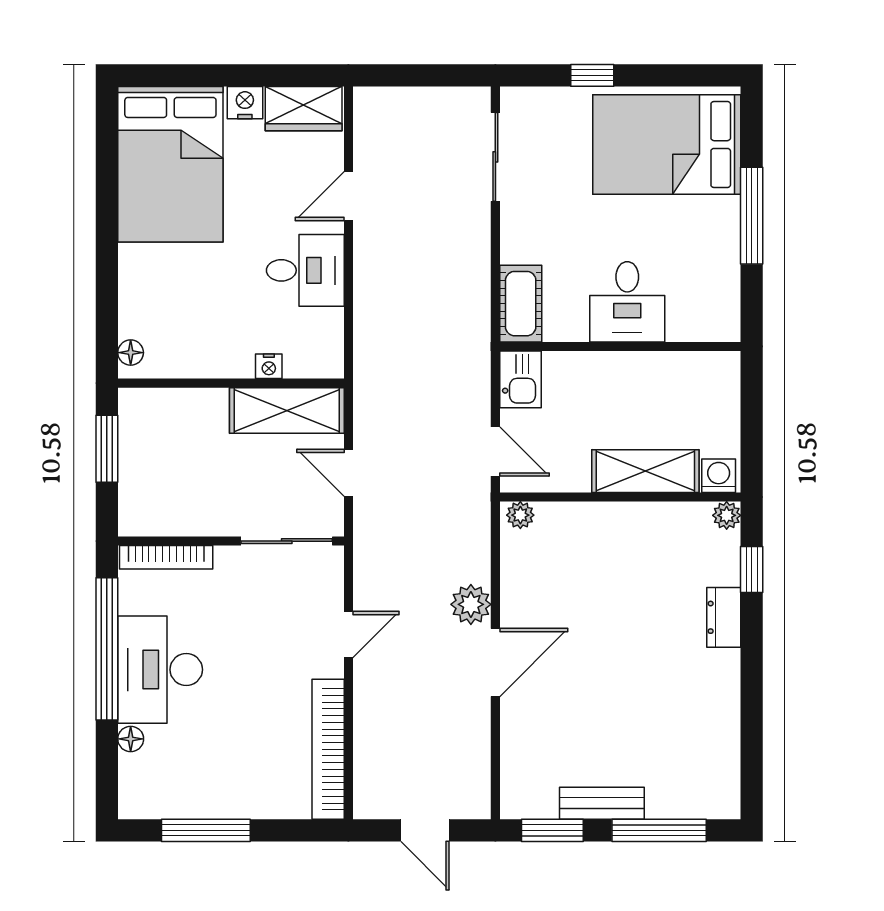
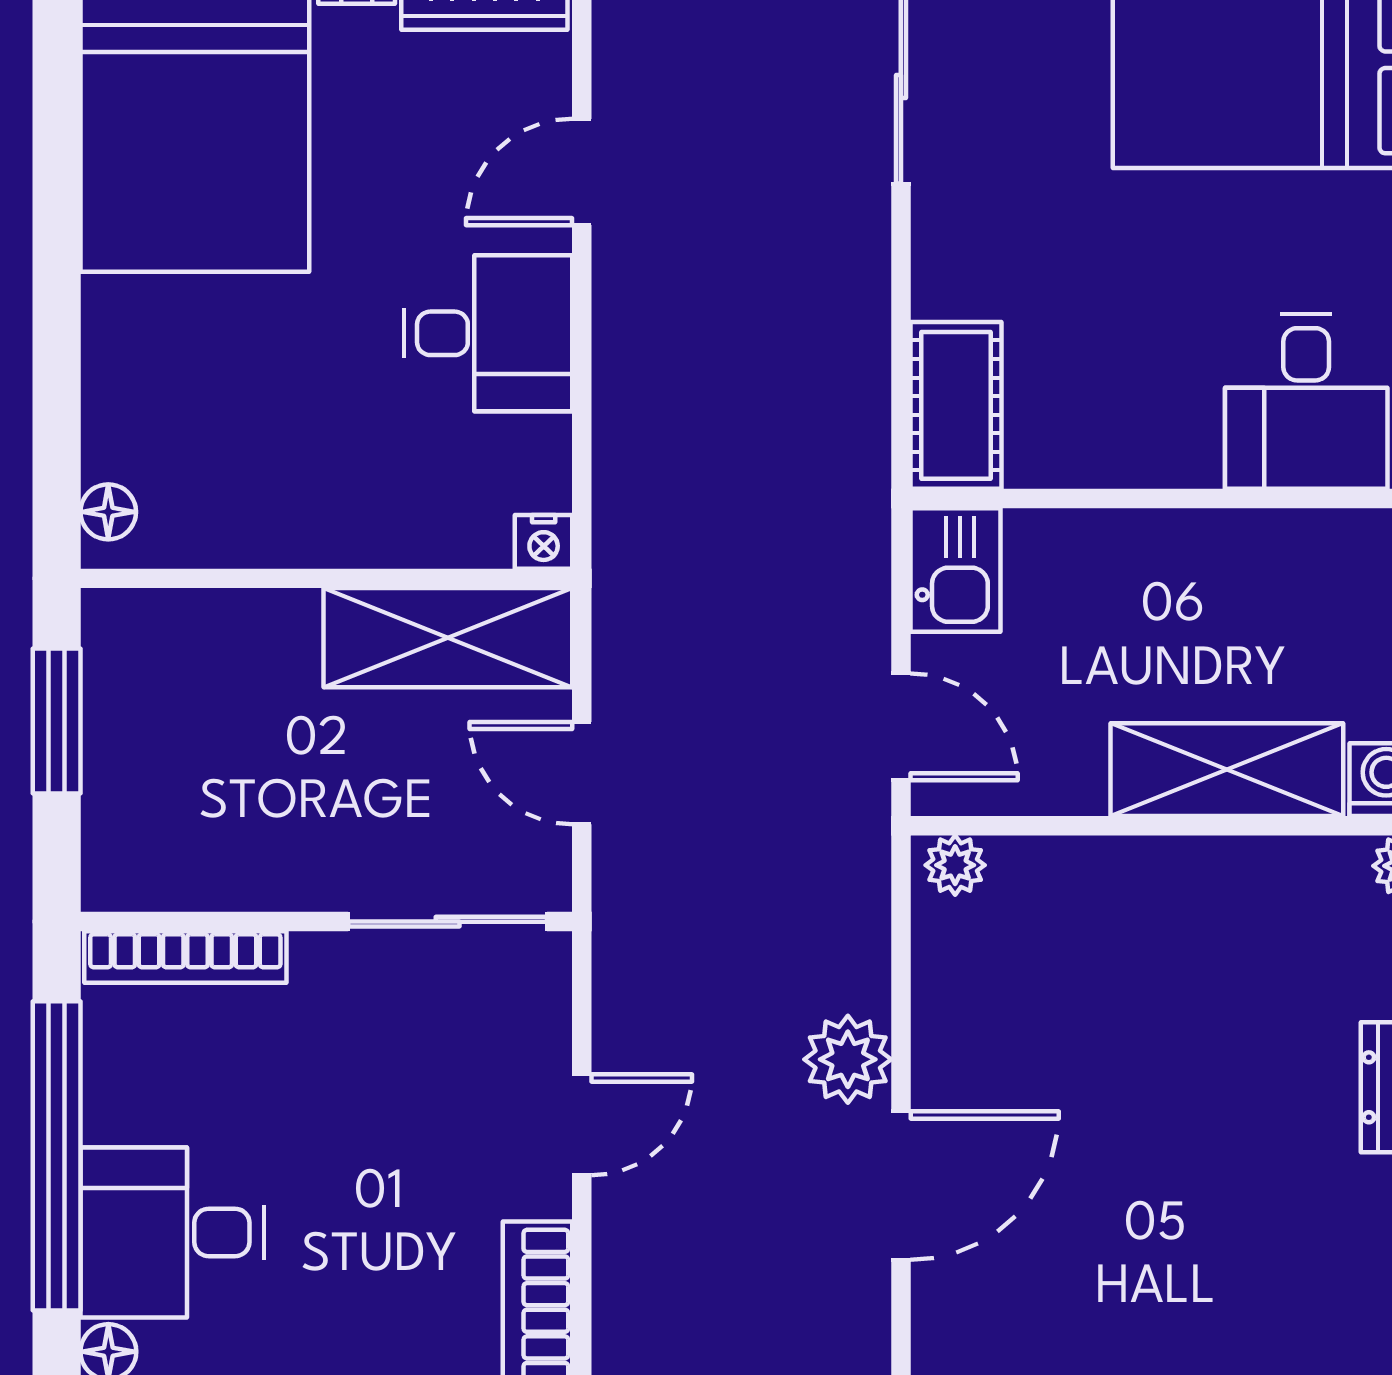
desk: (627, 302) -> (1306, 402), moved
nightstand: (269, 366) -> (544, 542), moved
desk: (160, 670) -> (172, 1232), width x0.73

